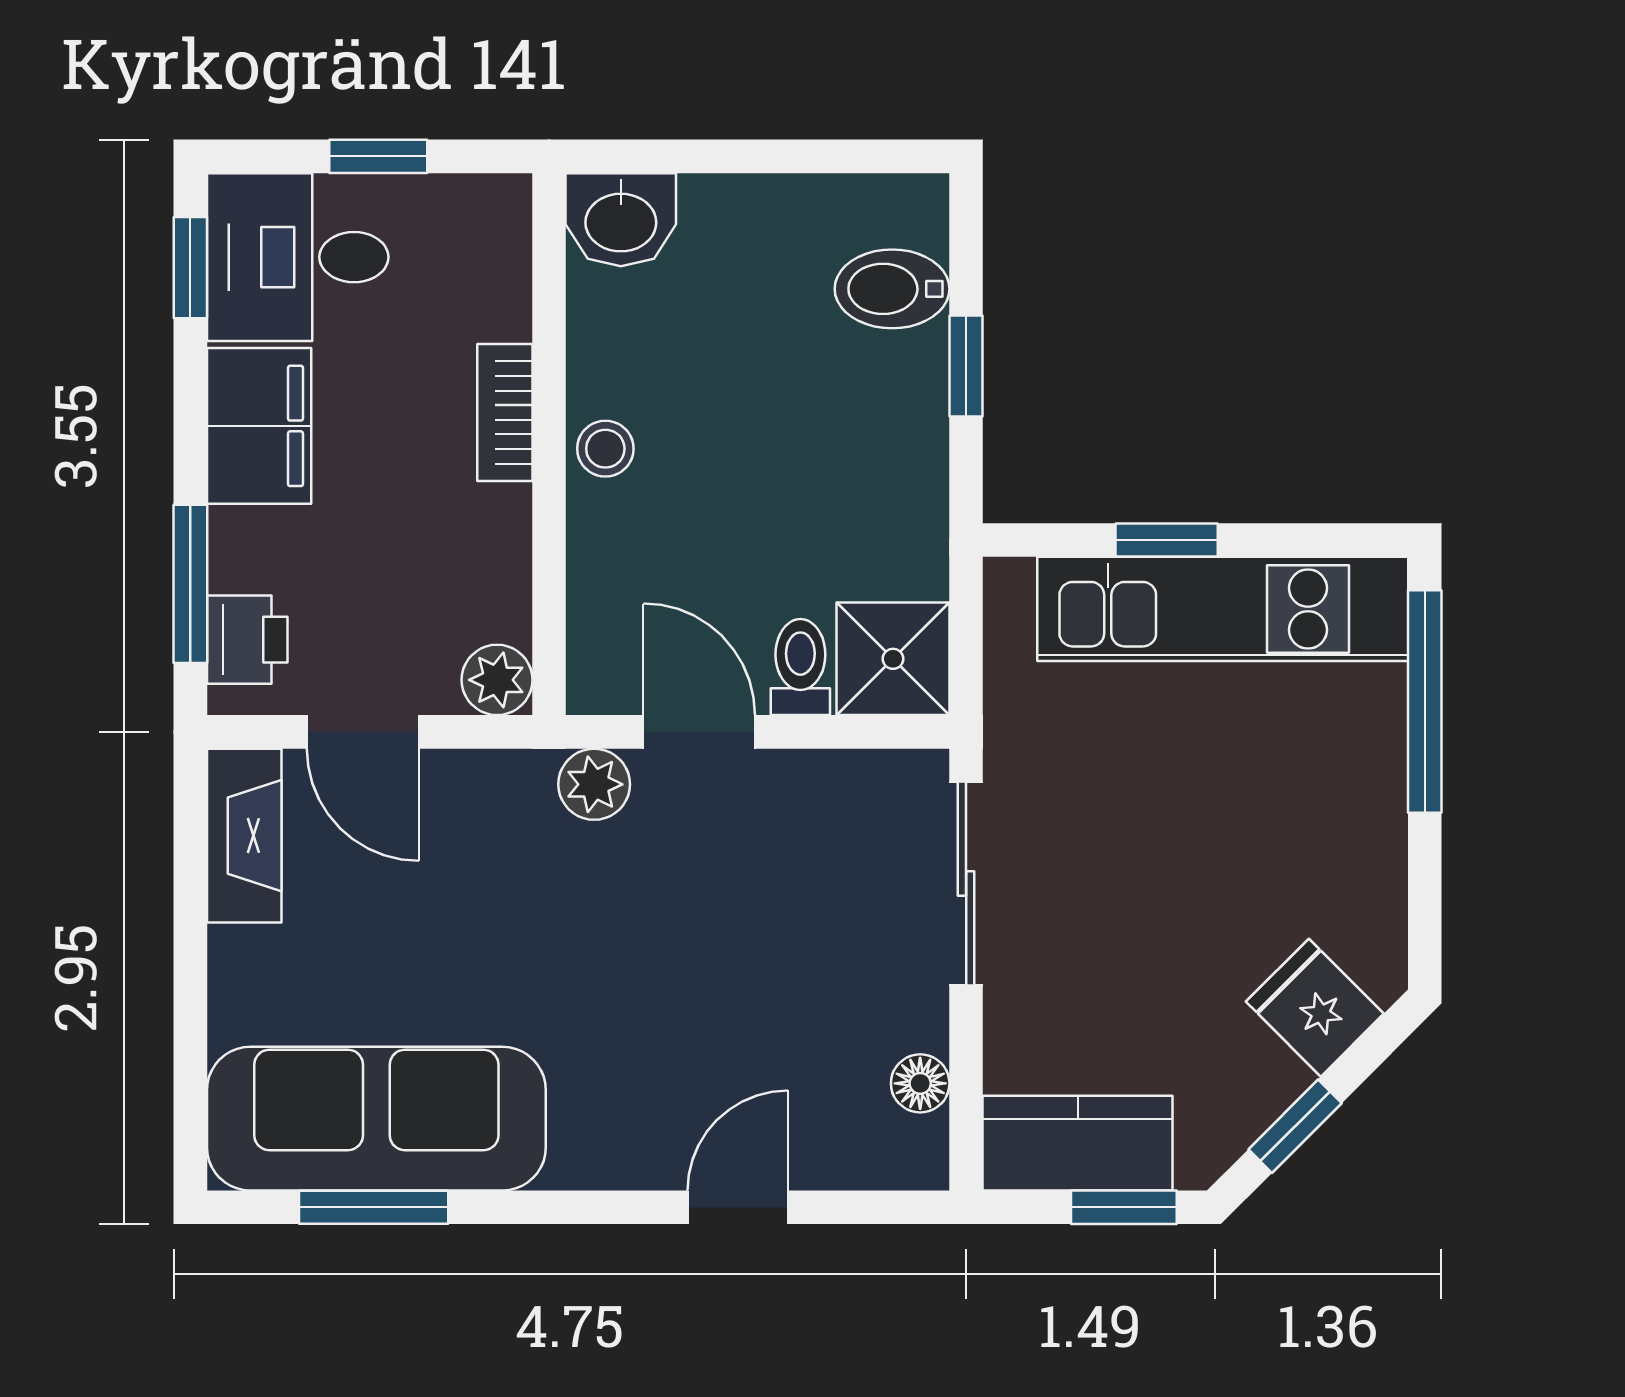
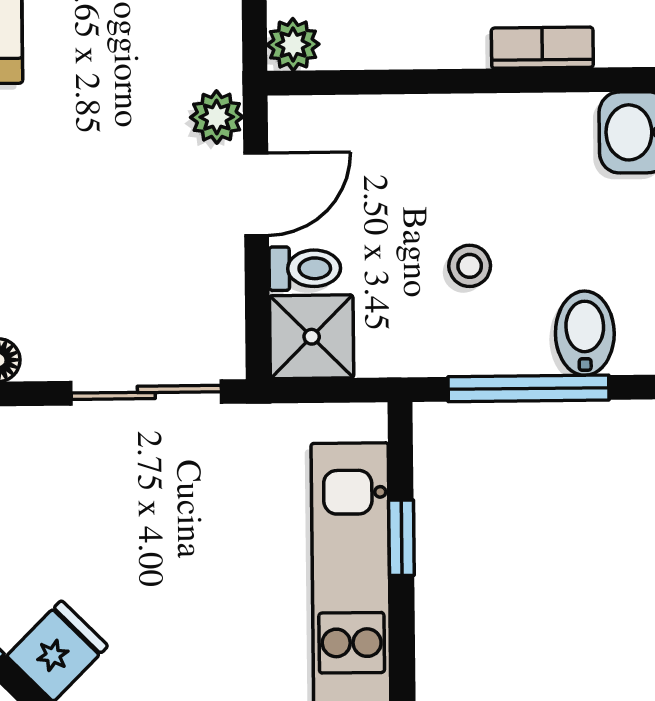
window: (966, 366) -> (528, 388), width x2.17
bookcase: (505, 412) -> (542, 48), moved
stool: (605, 449) -> (470, 266), moved

